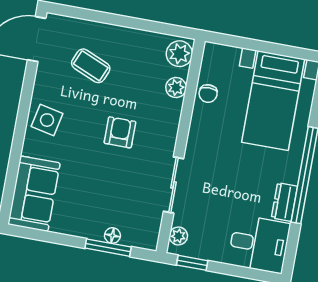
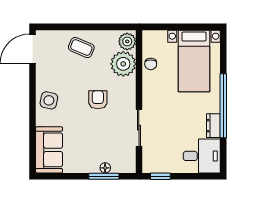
coffee table: (91, 66) -> (81, 48), moved
plant: (176, 88) -> (123, 64), width x1.87, depth x1.87
plant: (178, 236) -> (148, 160), removed

